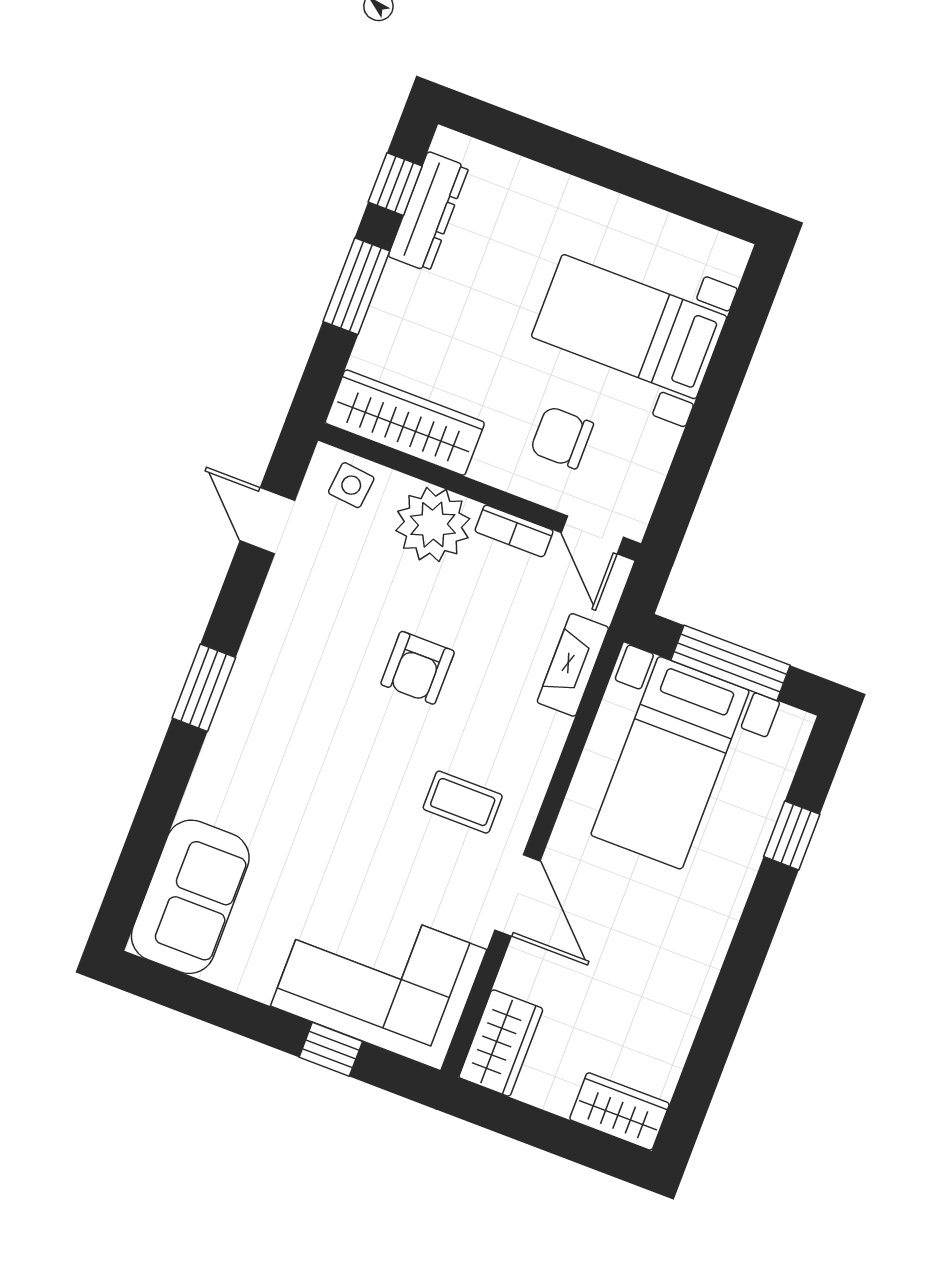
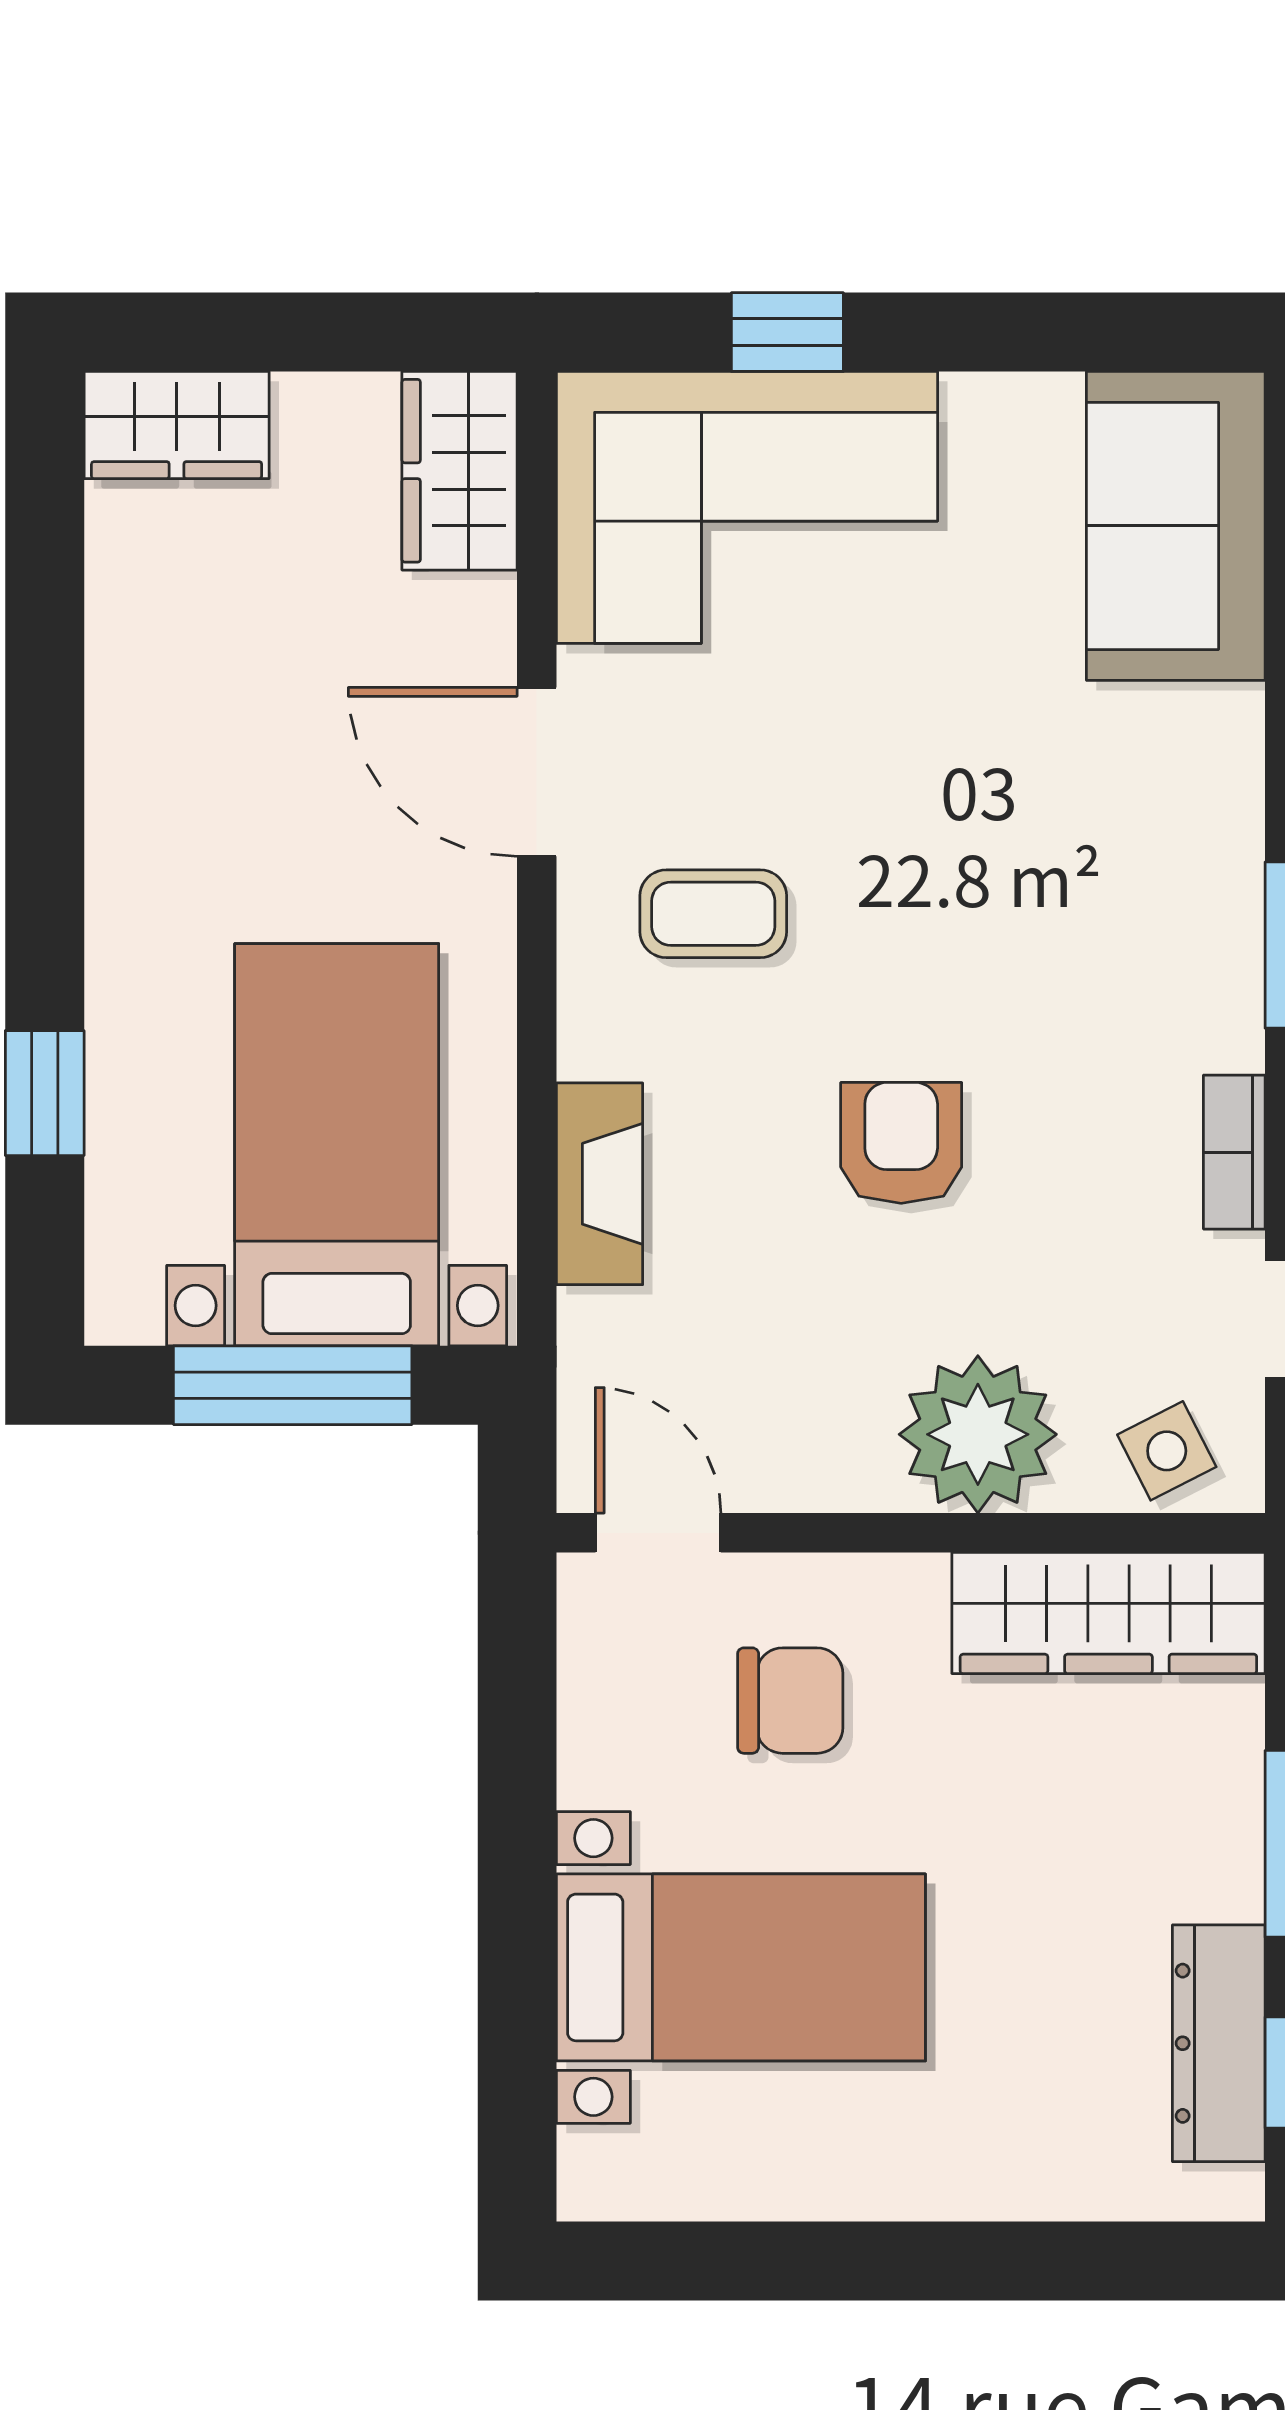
side table: (351, 485) -> (1167, 1451), turned -33
bookcase: (514, 531) -> (1234, 1152), moved, turned -90
fireplace: (573, 665) -> (600, 1184), moved

